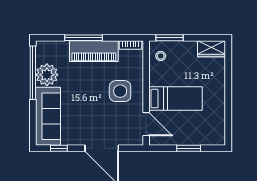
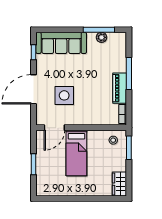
piano: (94, 51) -> (120, 88), width x0.73, depth x0.75
window: (33, 73) -> (99, 30), width x0.68
plant: (47, 75) -> (101, 37), width x0.53, depth x0.53
side table: (120, 91) -> (64, 95), moved

